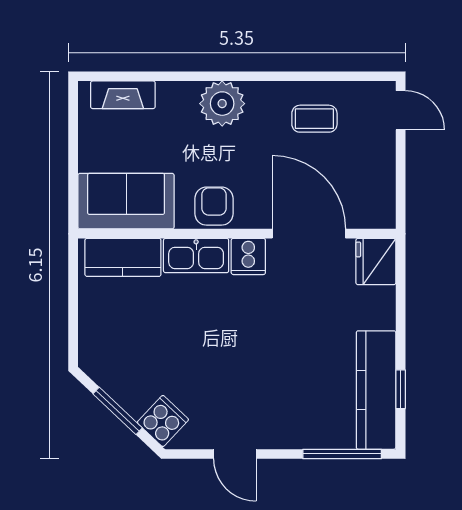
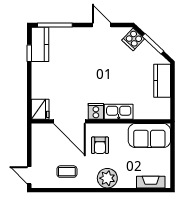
armchair: (214, 206) -> (100, 145), moved
kitchen counter: (123, 257) -> (162, 81), moved, turned -90
kitchen counter: (376, 390) -> (40, 44), width x0.67

